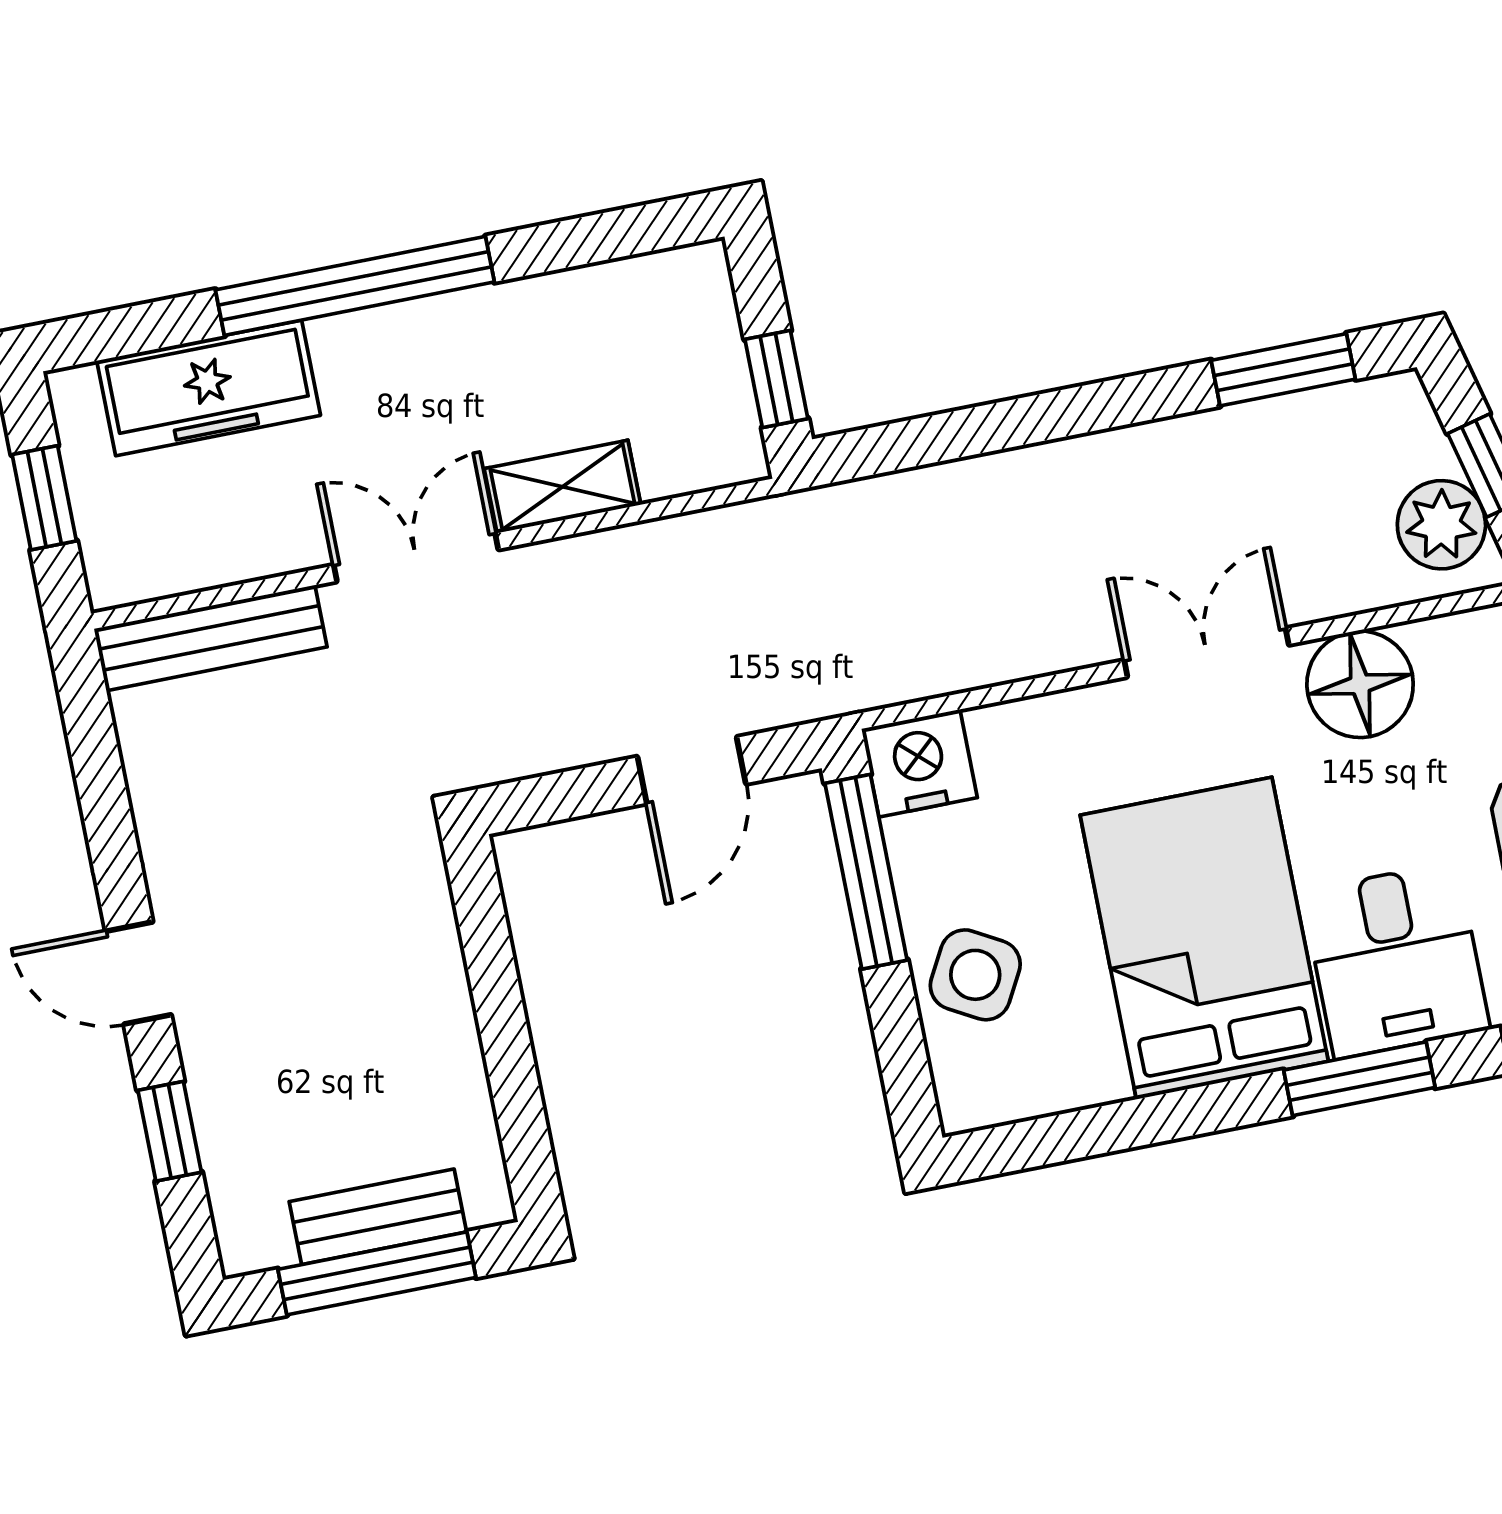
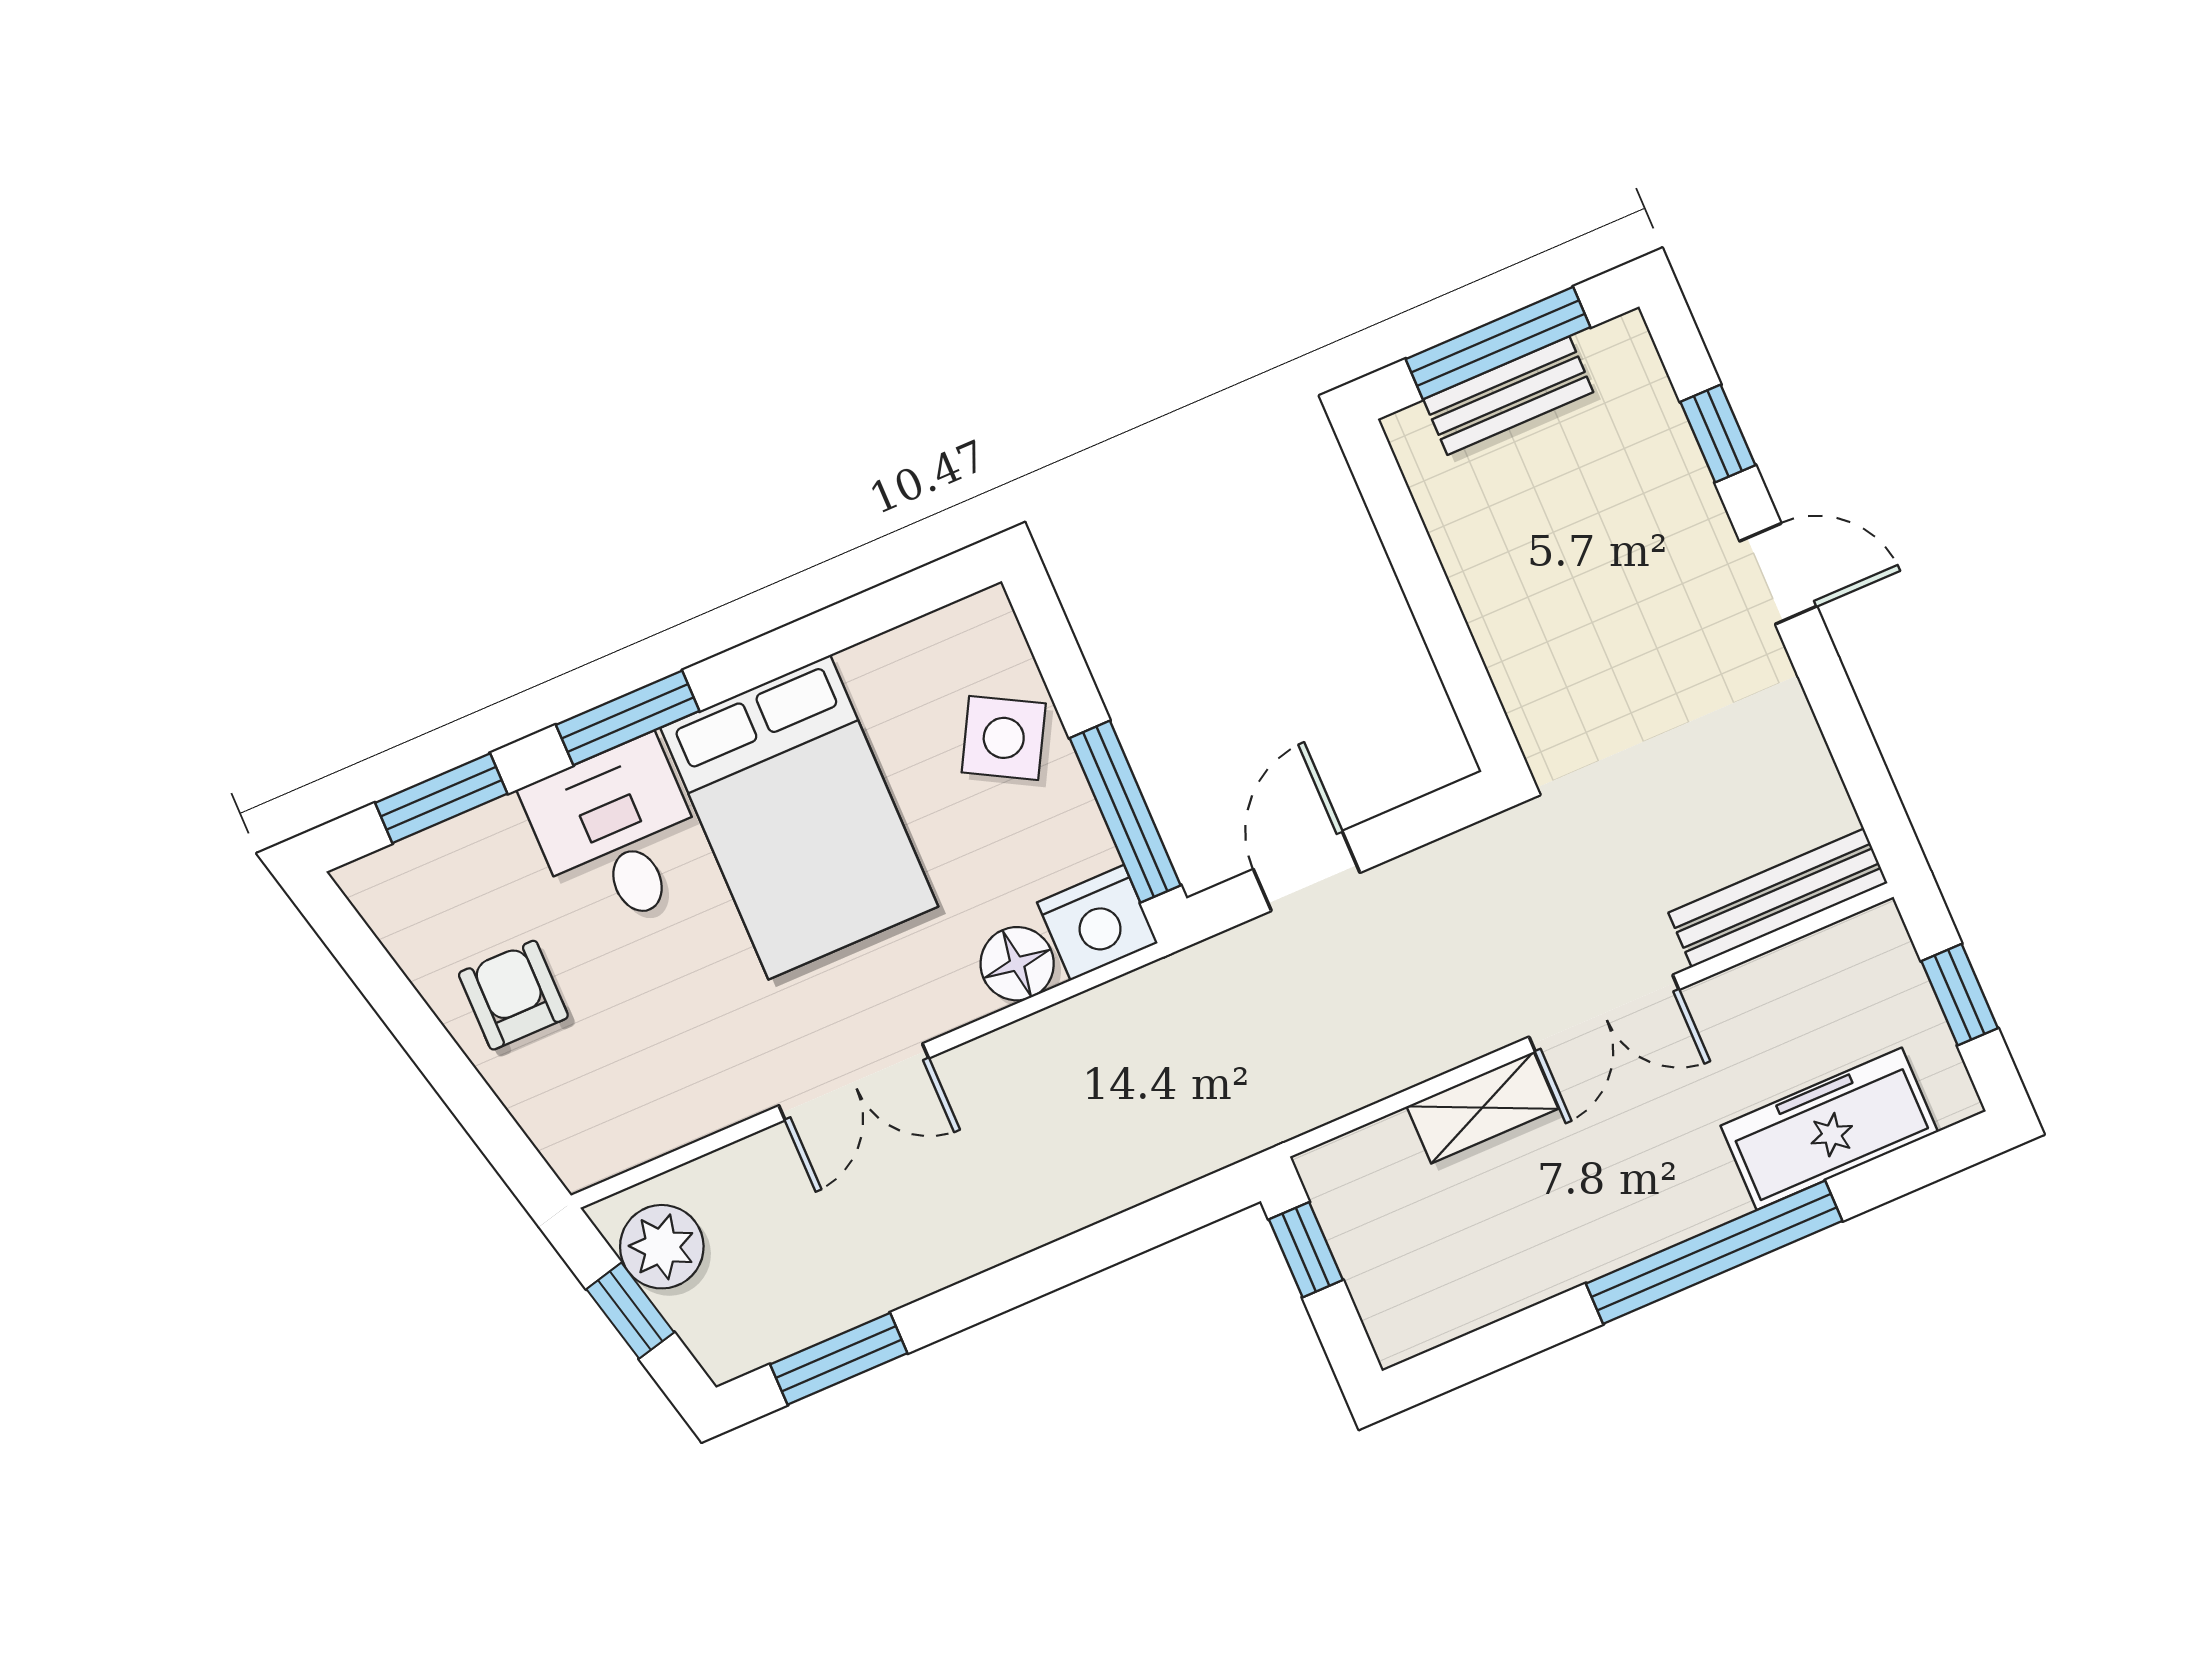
floor lamp: (1360, 684) -> (1017, 964), moved, width x0.73, depth x0.73

